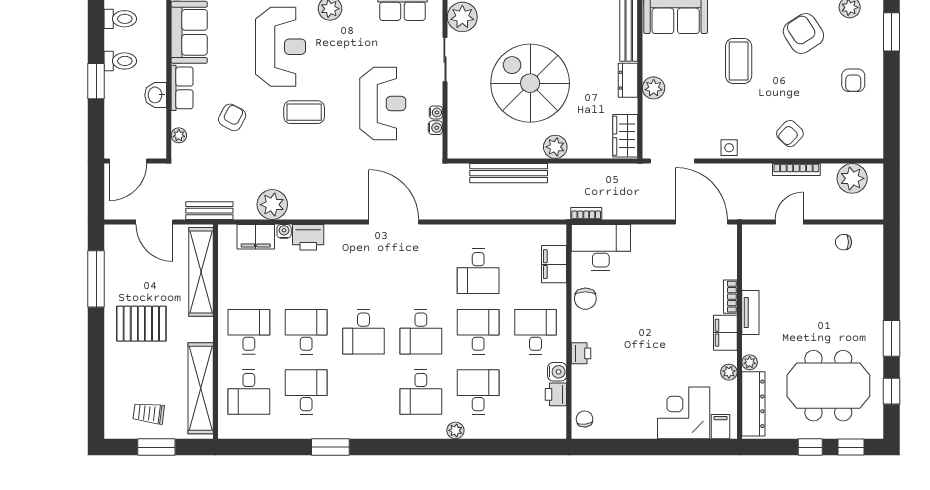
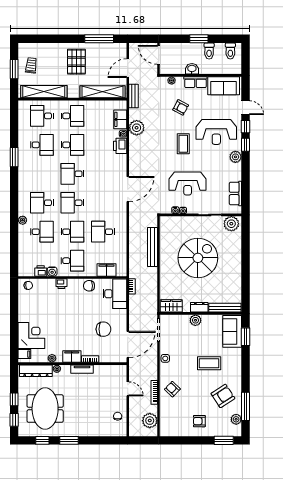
plant: (555, 147) -> (166, 271), removed
chair: (671, 270) -> (103, 329), added

